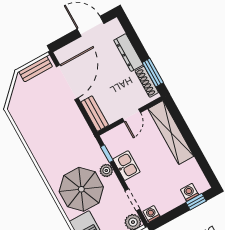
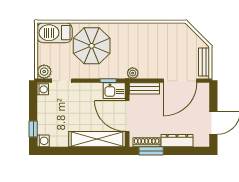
door: (67, 82) -> (180, 81), hinge flipped
door: (131, 115) -> (127, 116), width x1.88
kitchen sink: (126, 166) -> (114, 91), moved
plant: (106, 170) -> (133, 73), moved
washing machine: (189, 192) -> (43, 141), moved

